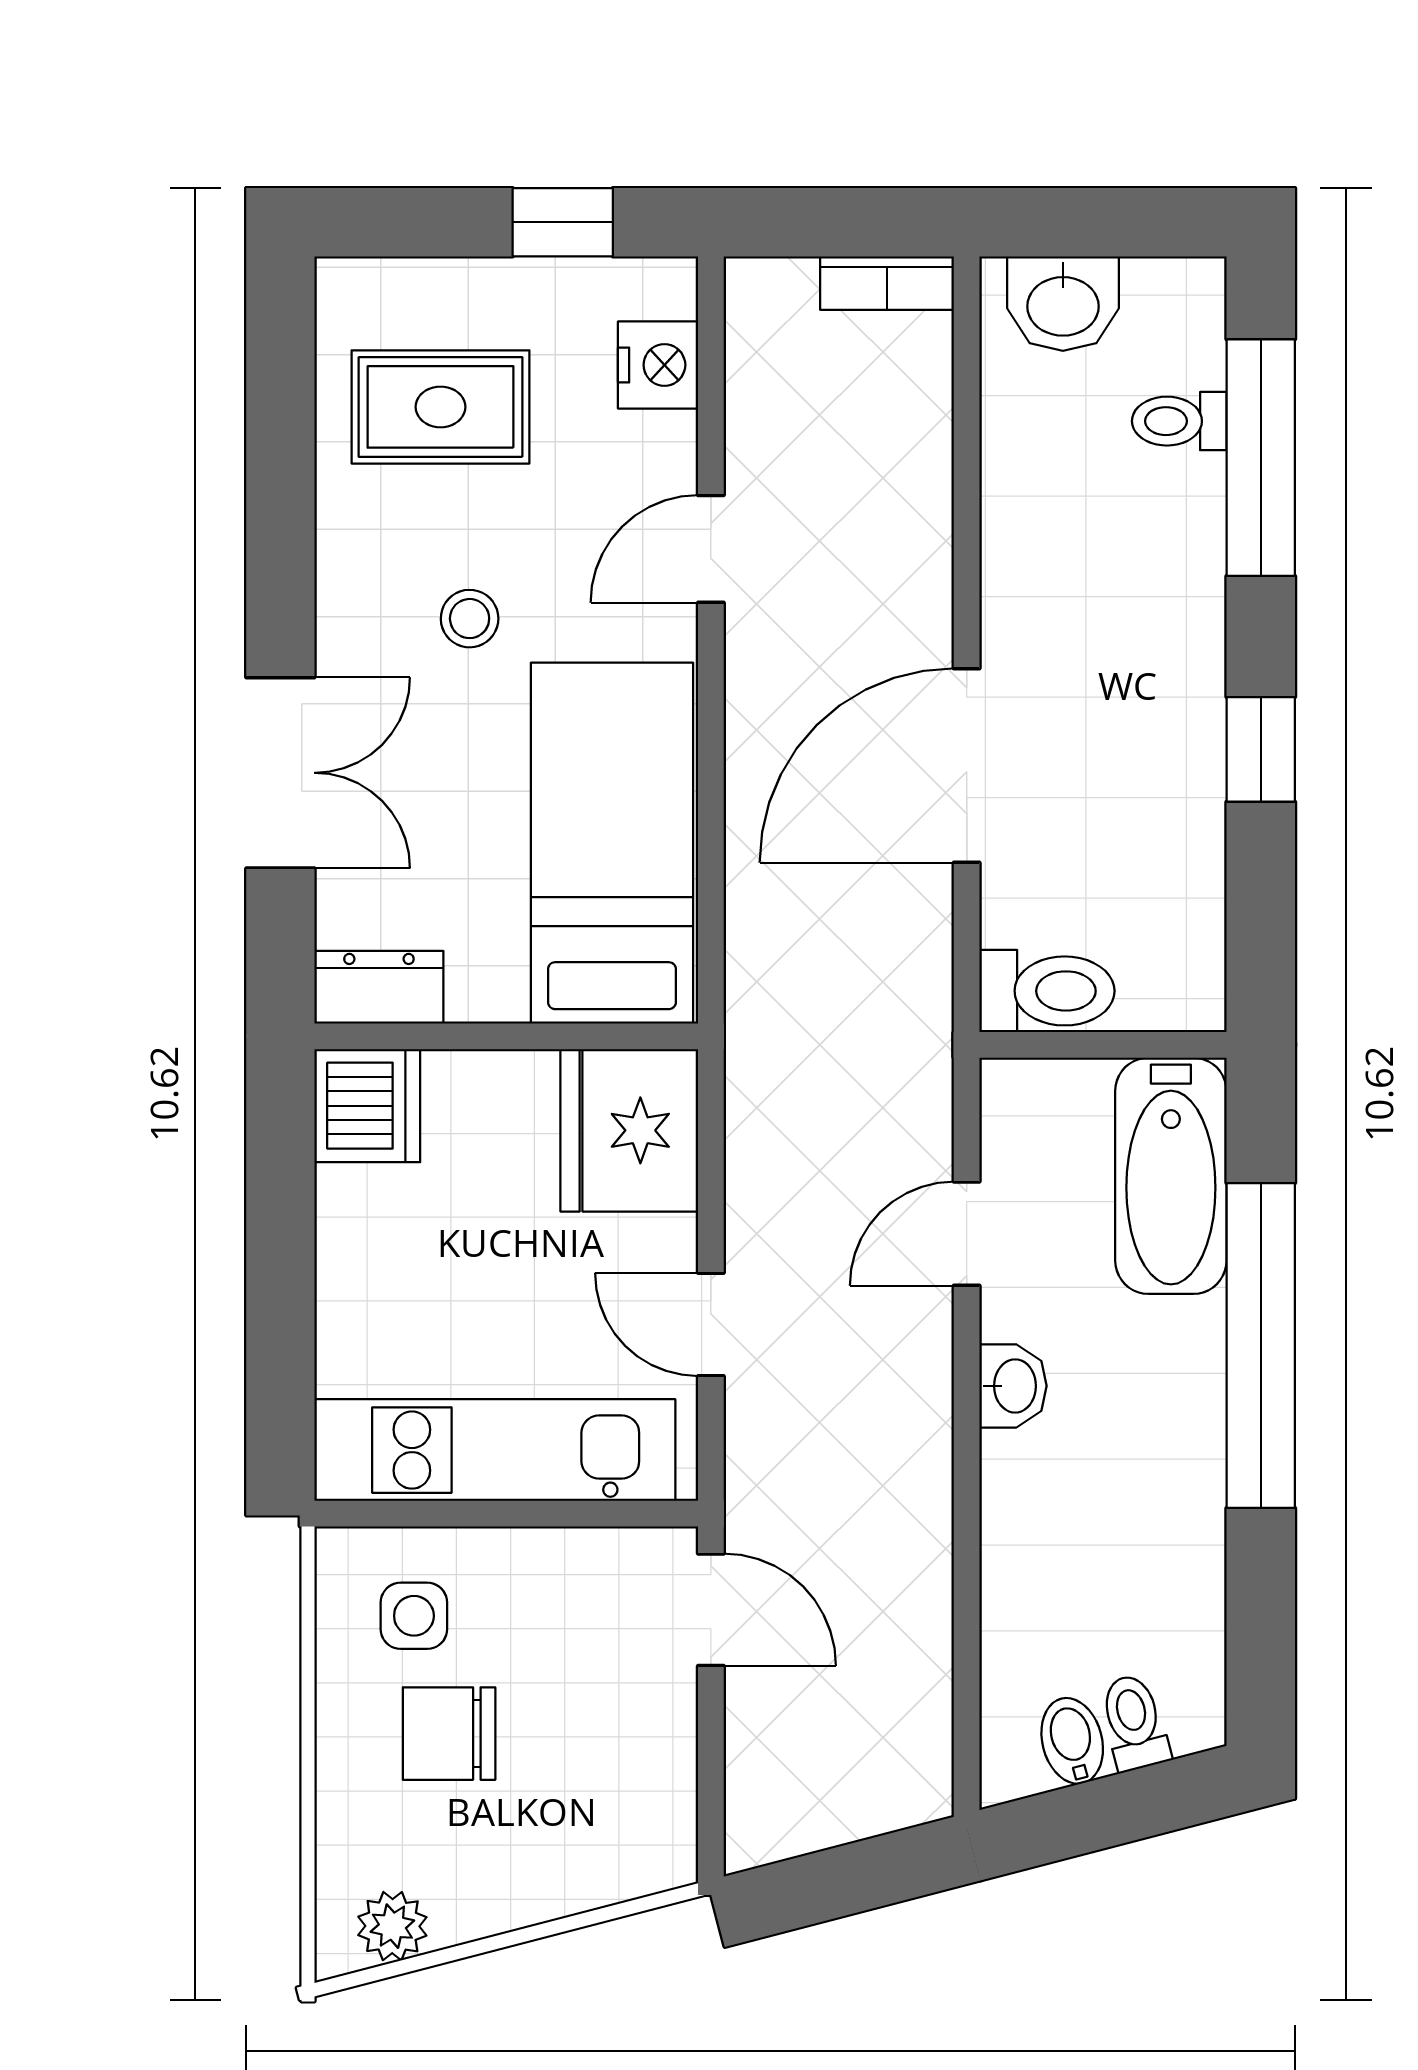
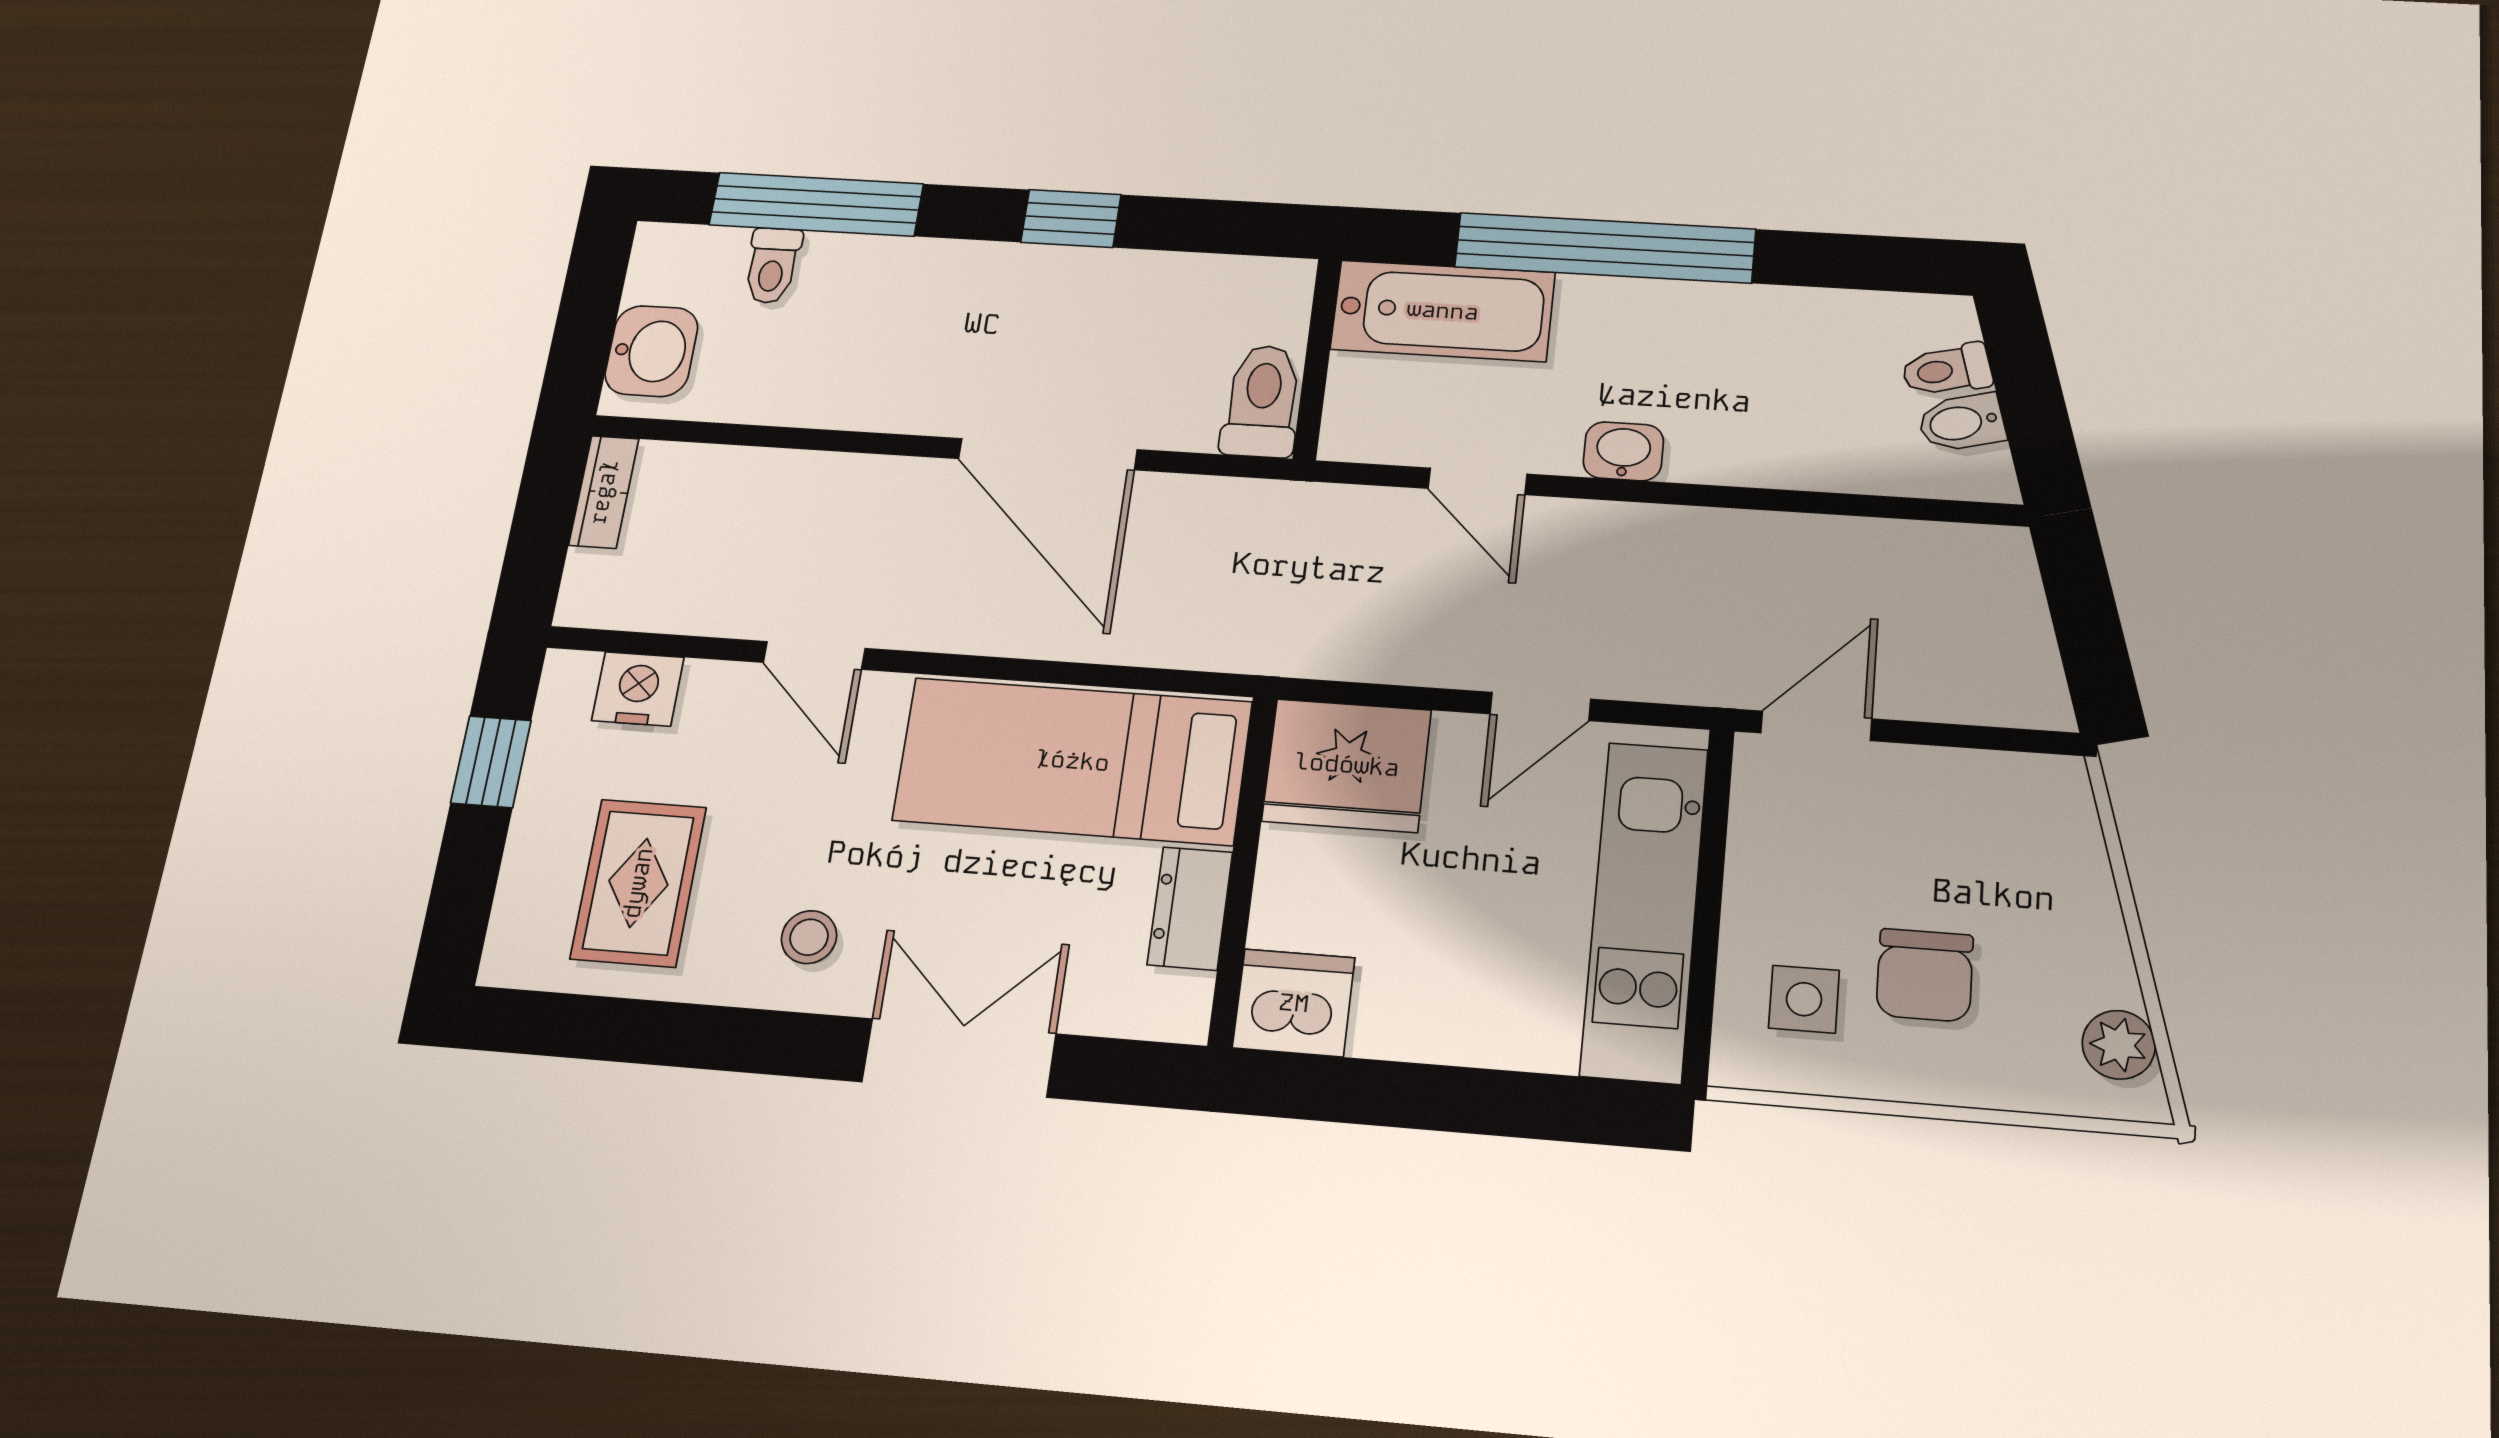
stool: (470, 619) -> (809, 937), moved
dresser: (379, 987) -> (1190, 908), moved

